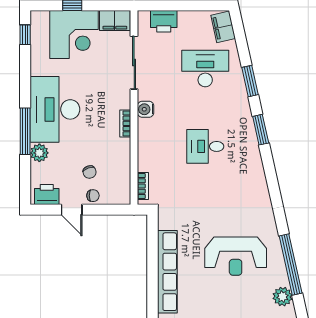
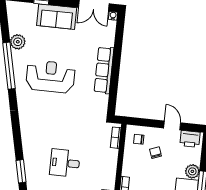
desk: (205, 146) -> (65, 163), turned 180
chair: (93, 196) -> (139, 139), moved
row of seats: (167, 272) -> (104, 70), width x0.73

